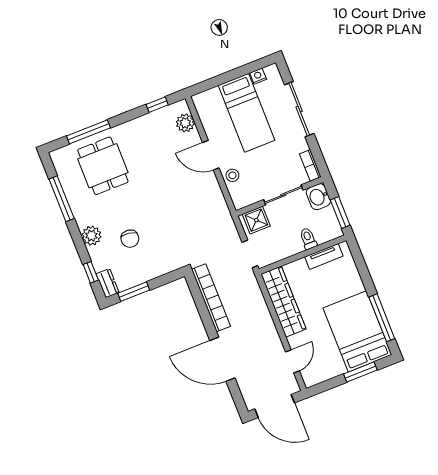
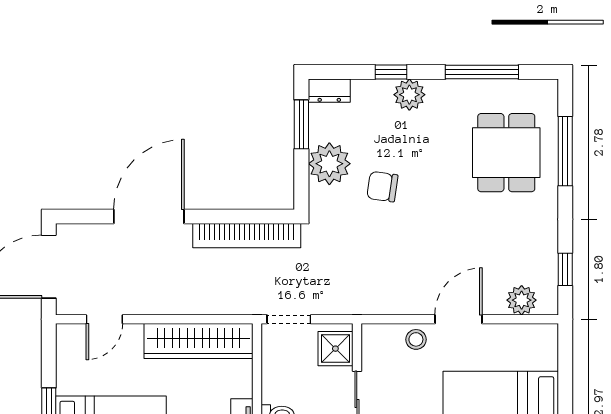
dining table: (103, 166) -> (506, 153), turned 90
chair: (130, 239) -> (382, 187), moved
plant: (150, 266) -> (329, 164), added
window: (91, 272) -> (391, 72), moved
door: (292, 361) -> (104, 319), hinge flipped

